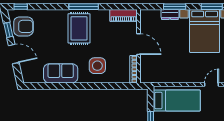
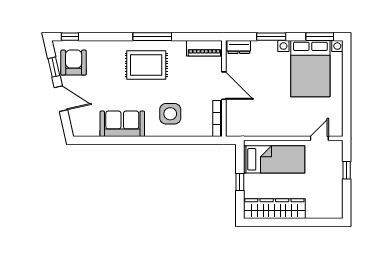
dresser: (170, 15) -> (239, 47), moved
armchair: (23, 26) -> (74, 63), turned -90
rug: (79, 28) -> (146, 65), turned 90

